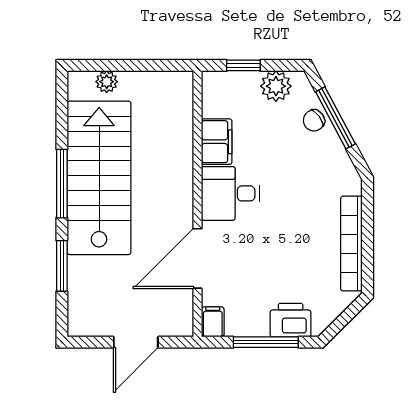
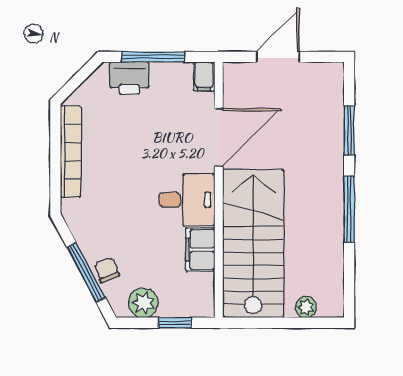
chair: (314, 120) -> (107, 270), turned -75
stairs: (99, 178) -> (253, 243), moved, turned 180

